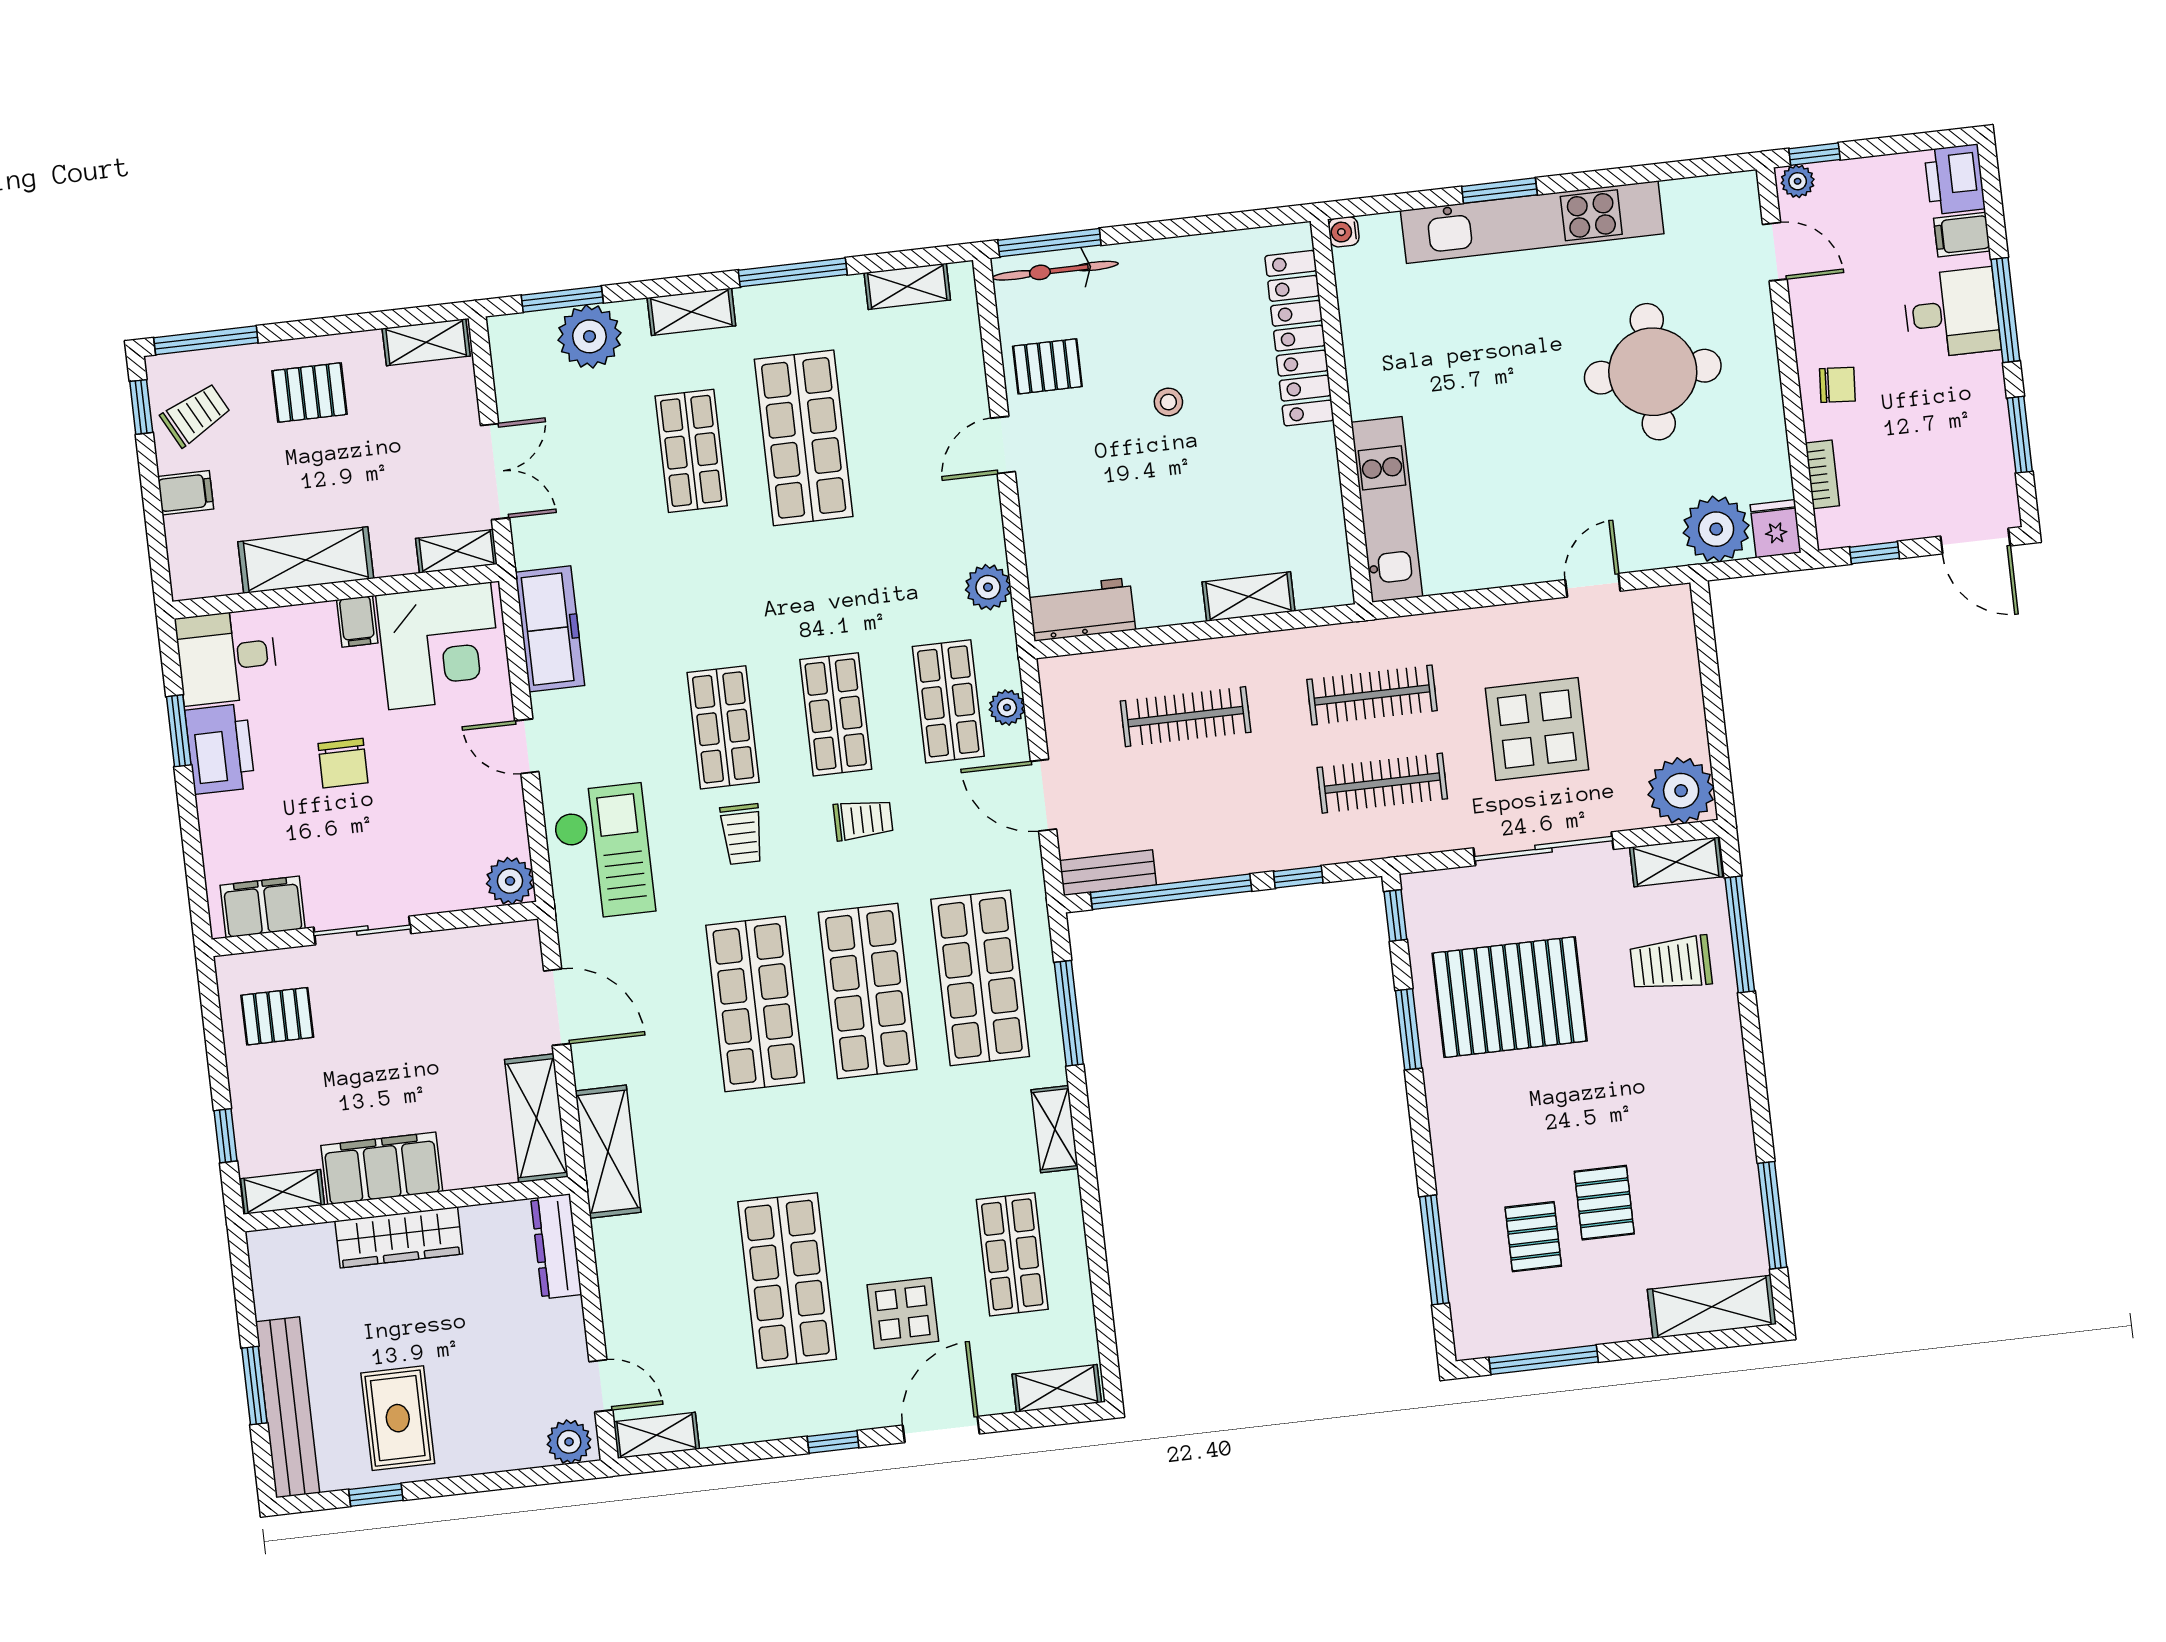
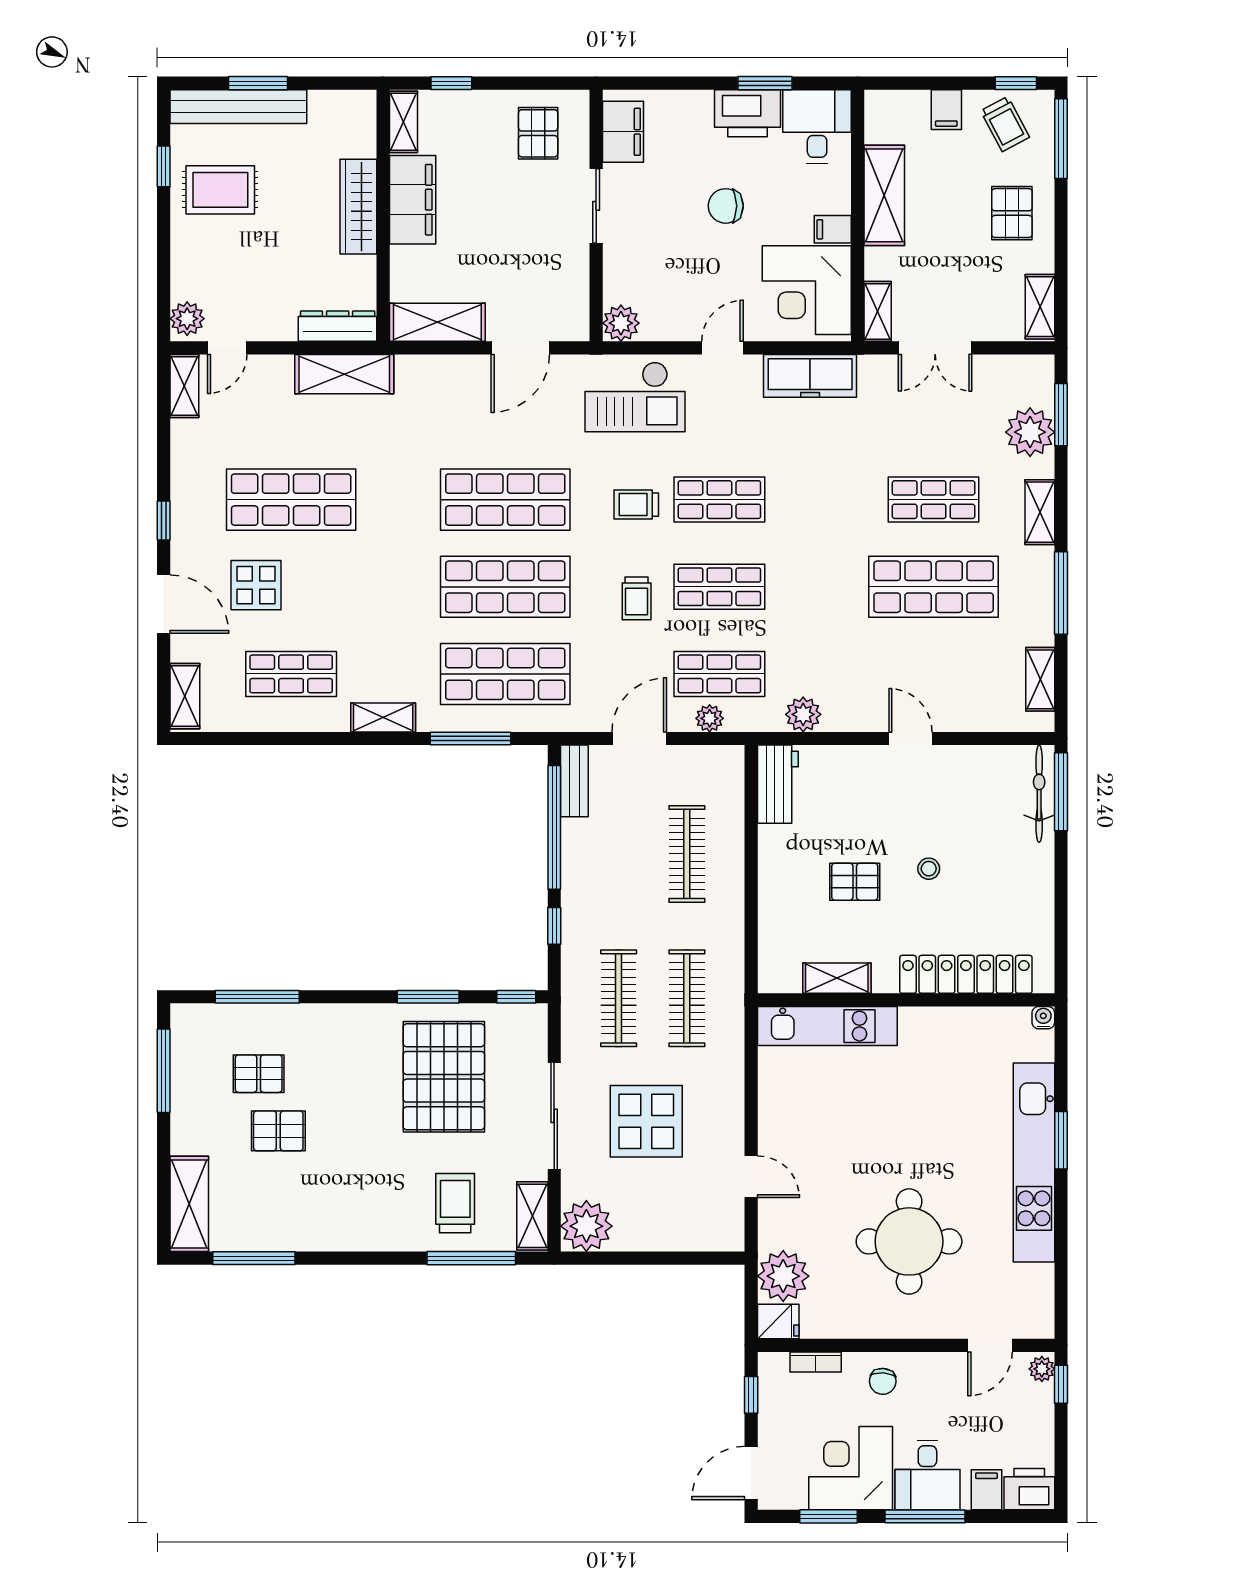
pallet: (1047, 366) -> (855, 882), moved, turned 90
corner desk: (1954, 413) -> (851, 1468), added
shelving: (1249, 597) -> (837, 978), moved, turned 90
shelving: (608, 1152) -> (344, 374), moved

